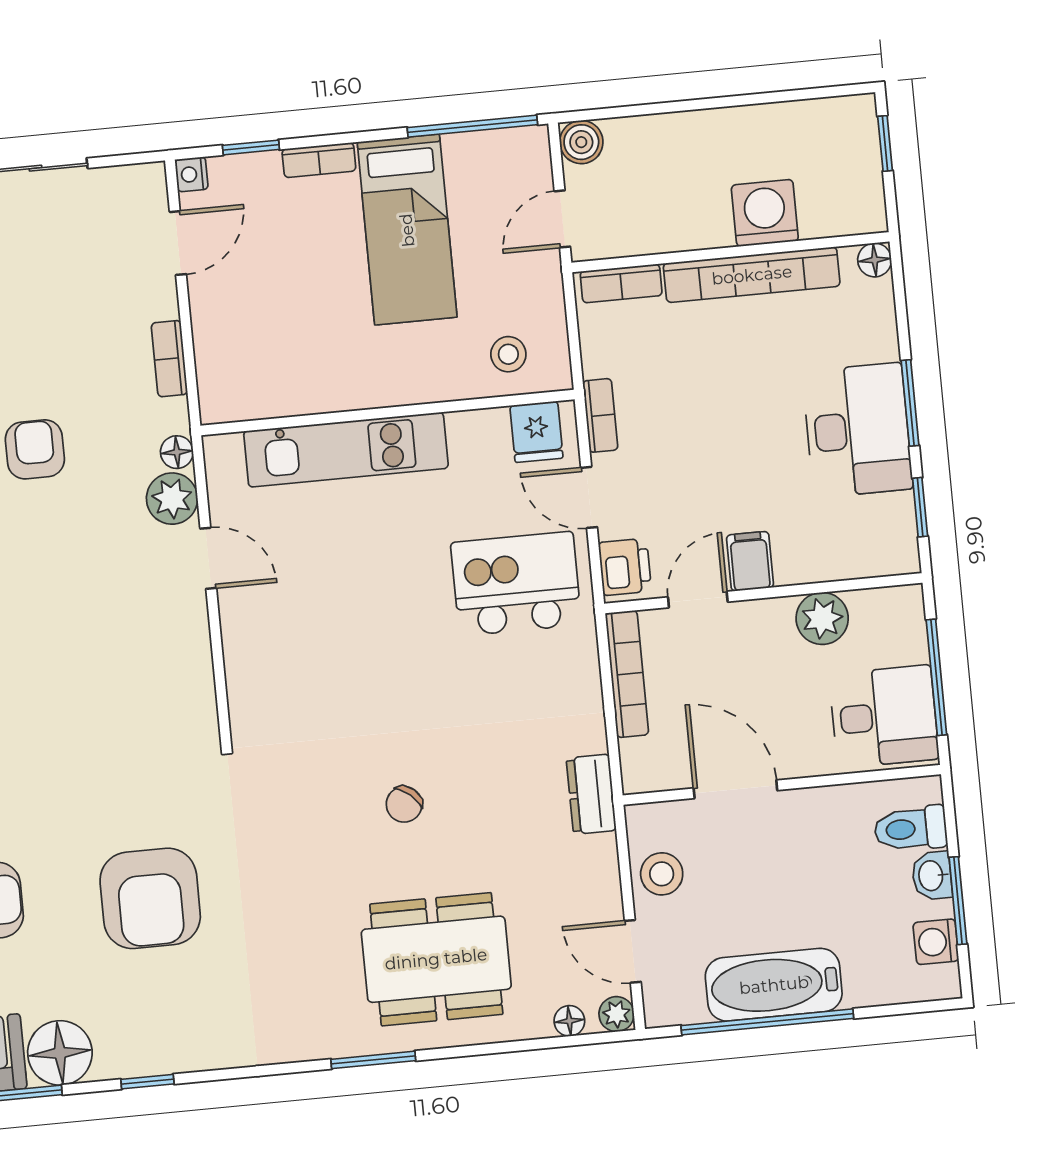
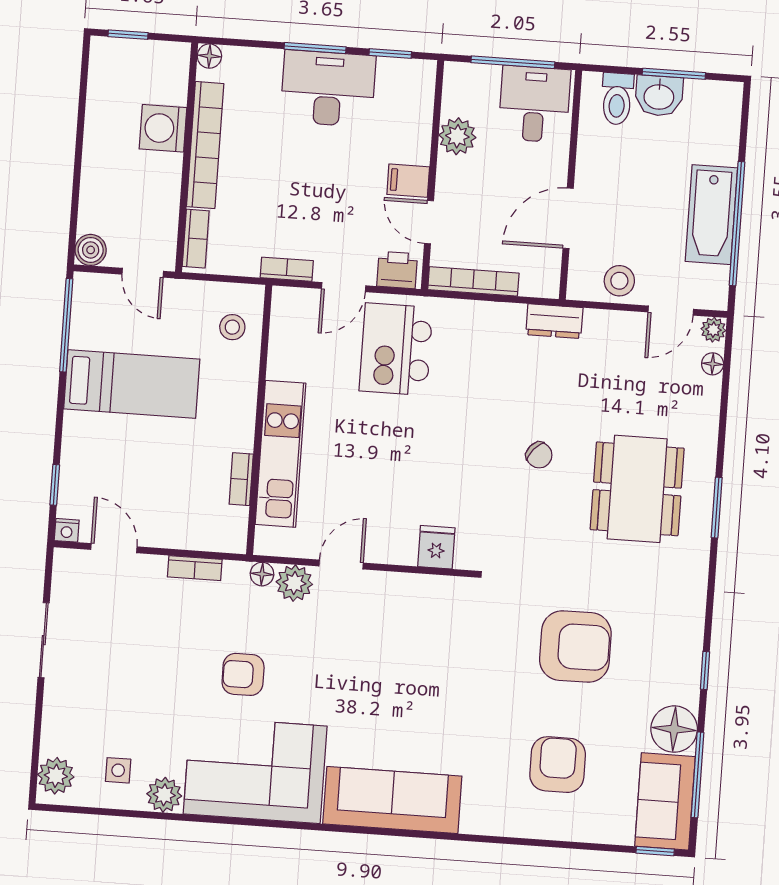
bookcase: (319, 160) -> (241, 479), moved, turned 180
fridge: (536, 432) -> (436, 547), moved, turned -90
washbasin: (932, 876) -> (659, 96), width x1.38, depth x1.45
washing machine: (936, 942) -> (700, 94), removed
dining table: (436, 959) -> (637, 489), moved

